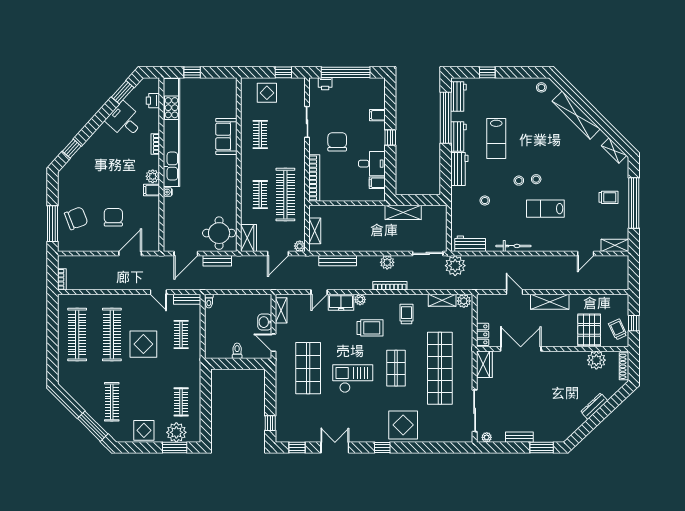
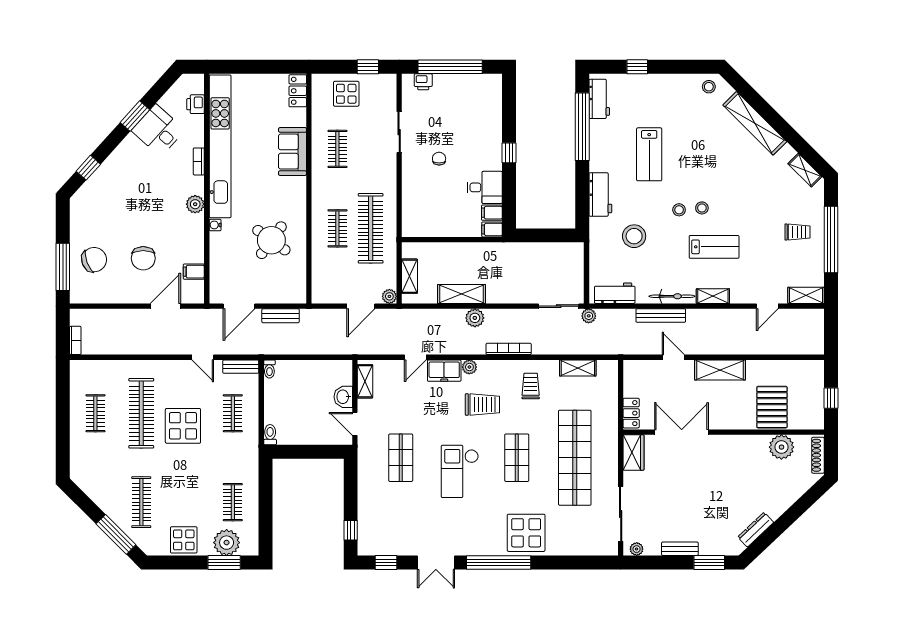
window: (192, 72) -> (247, 67), removed
locker: (230, 90) -> (298, 91), added
window: (123, 92) -> (135, 116), moved
filing cabinet: (377, 115) -> (492, 229), moved
workbench: (458, 137) -> (599, 152), removed
chair: (337, 142) -> (439, 159), width x0.54, depth x0.54
bookcase: (314, 178) -> (409, 206), removed
filing cabinet: (152, 190) -> (194, 272), moved
stool: (485, 201) -> (634, 236), width x1.89, depth x1.89
lab bench: (545, 209) -> (714, 247), turned 180
shelving: (403, 212) -> (462, 294), moved
chair: (113, 217) -> (143, 258), turned 180
round table: (219, 233) -> (271, 240), moved, turned 36
wardrobe: (249, 238) -> (322, 286), removed
shelving: (544, 246) -> (713, 296), added
bench: (338, 261) -> (661, 316), moved
plant: (387, 262) -> (475, 318), moved
plant: (455, 266) -> (589, 316), width x0.53, depth x0.53
plant: (464, 301) -> (606, 369), removed
trolley: (618, 329) -> (810, 406), removed
clothes rail: (77, 335) -> (95, 413), width x0.54, depth x0.76
toilet: (237, 351) -> (270, 435), moved
shop shelf: (308, 368) -> (401, 458), width x0.70, depth x0.74
checkout: (353, 379) -> (460, 471), turned -90
dresser: (594, 406) -> (756, 530), moved
double door: (335, 447) -> (436, 562), swing flipped
window: (382, 447) -> (499, 562), width x3.17

